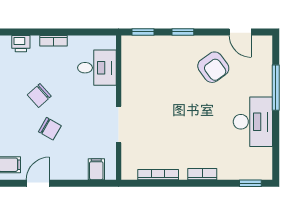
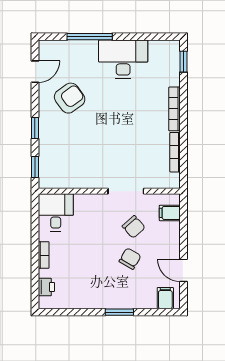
desk: (97, 68) -> (56, 212), moved
chair: (39, 95) -> (134, 227), moved
bookcase: (202, 174) -> (175, 109), width x1.56

